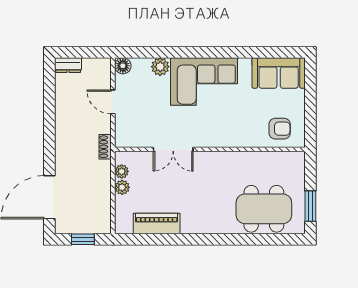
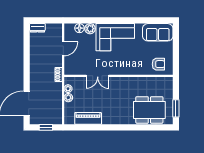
floor lamp: (123, 66) -> (79, 28), moved
door: (113, 102) -> (63, 49), swing flipped

